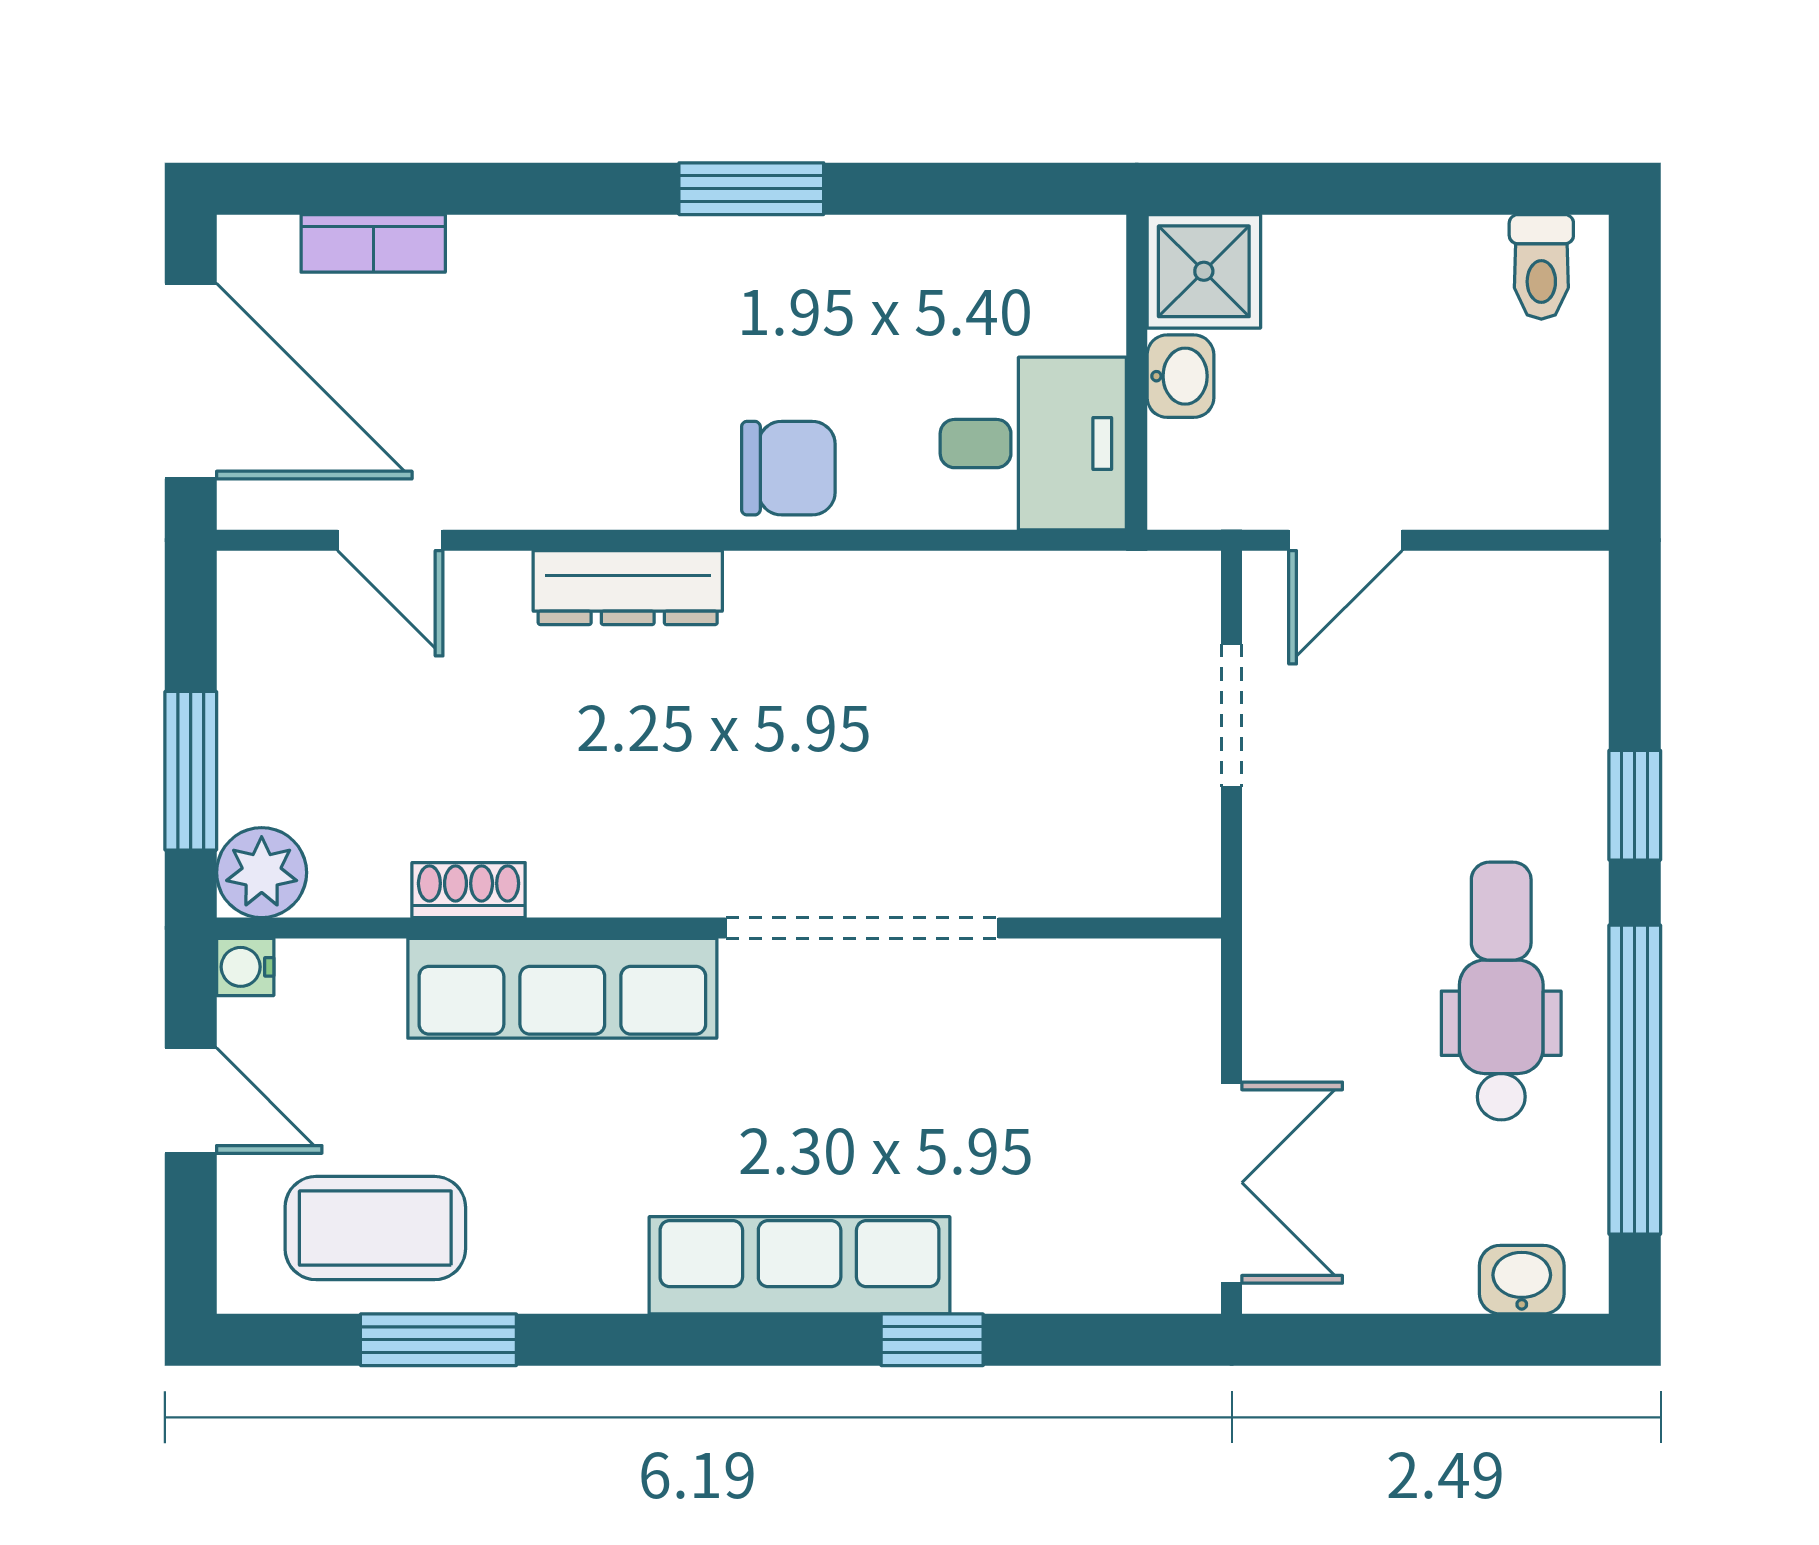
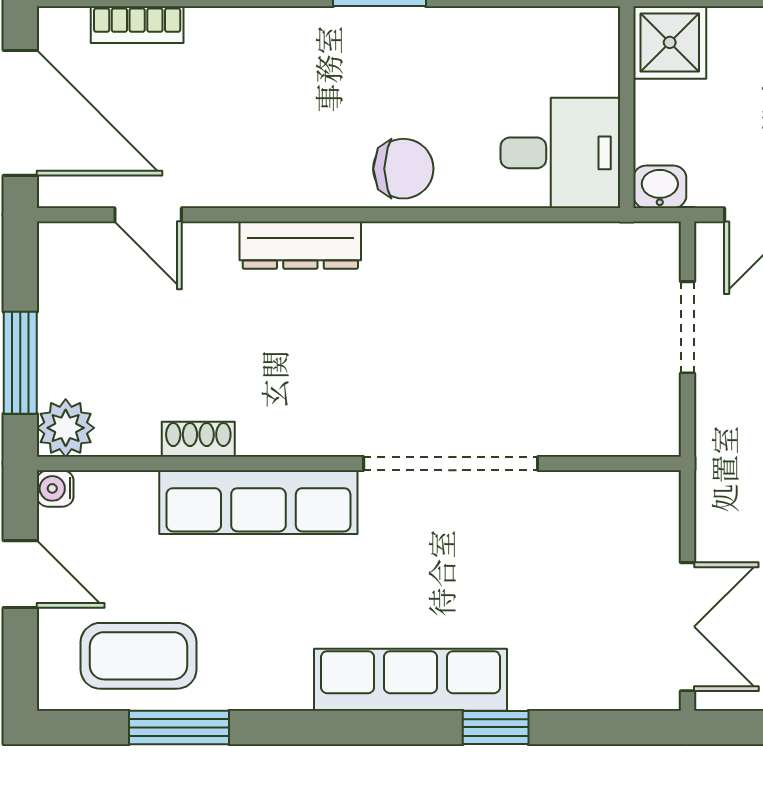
washbasin: (1180, 376) -> (660, 187), moved, turned -90

